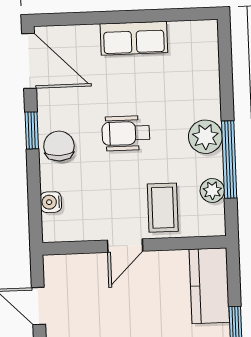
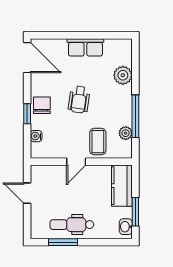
window: (32, 130) -> (27, 114), moved
wheelchair: (126, 133) -> (79, 100), turned -82
plant: (205, 137) -> (123, 75), moved

